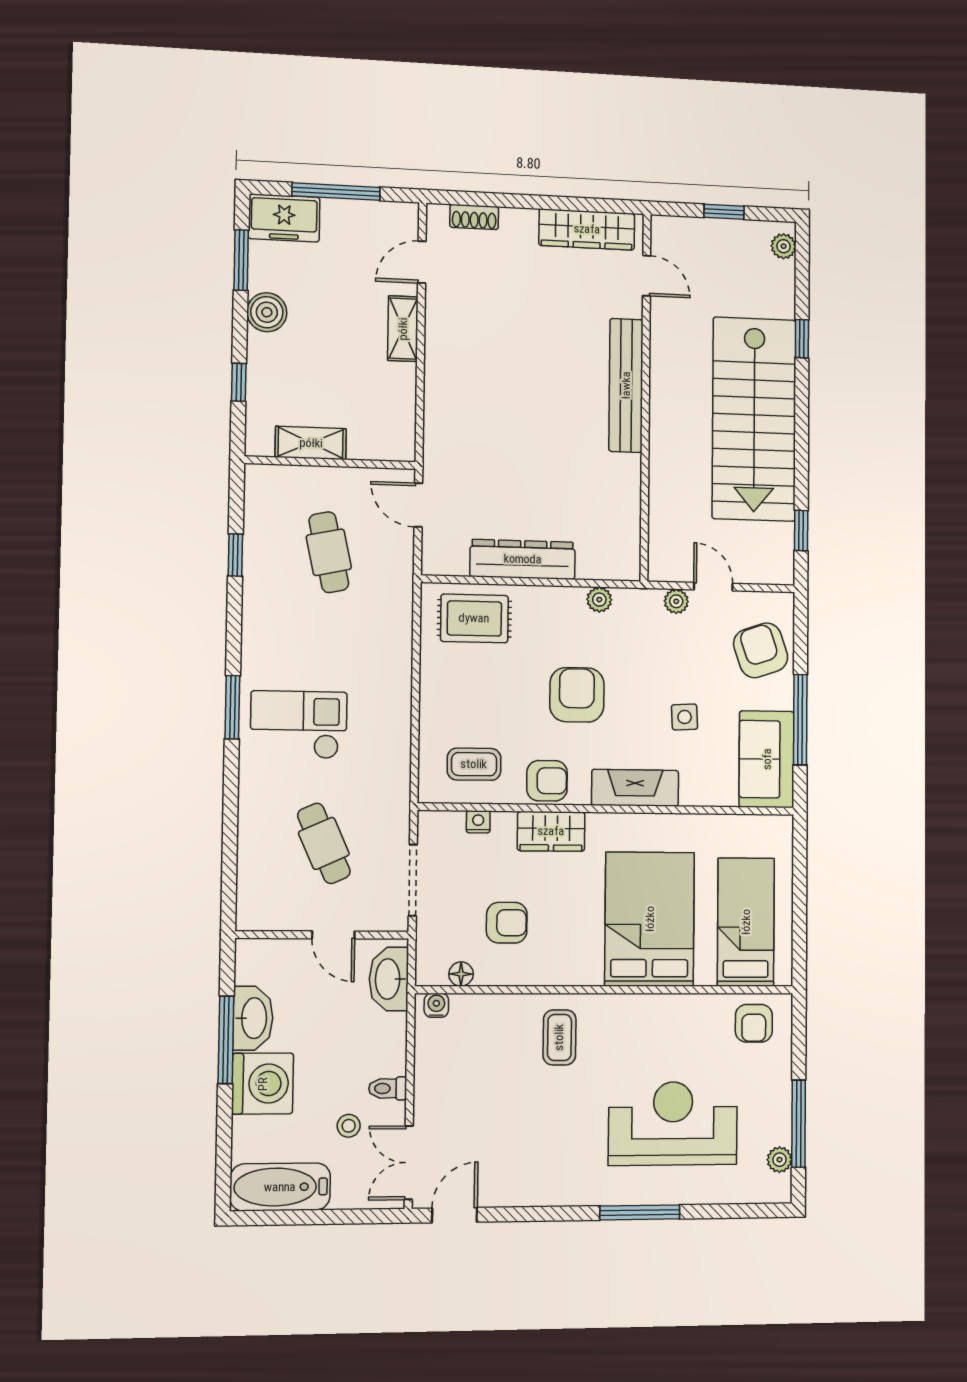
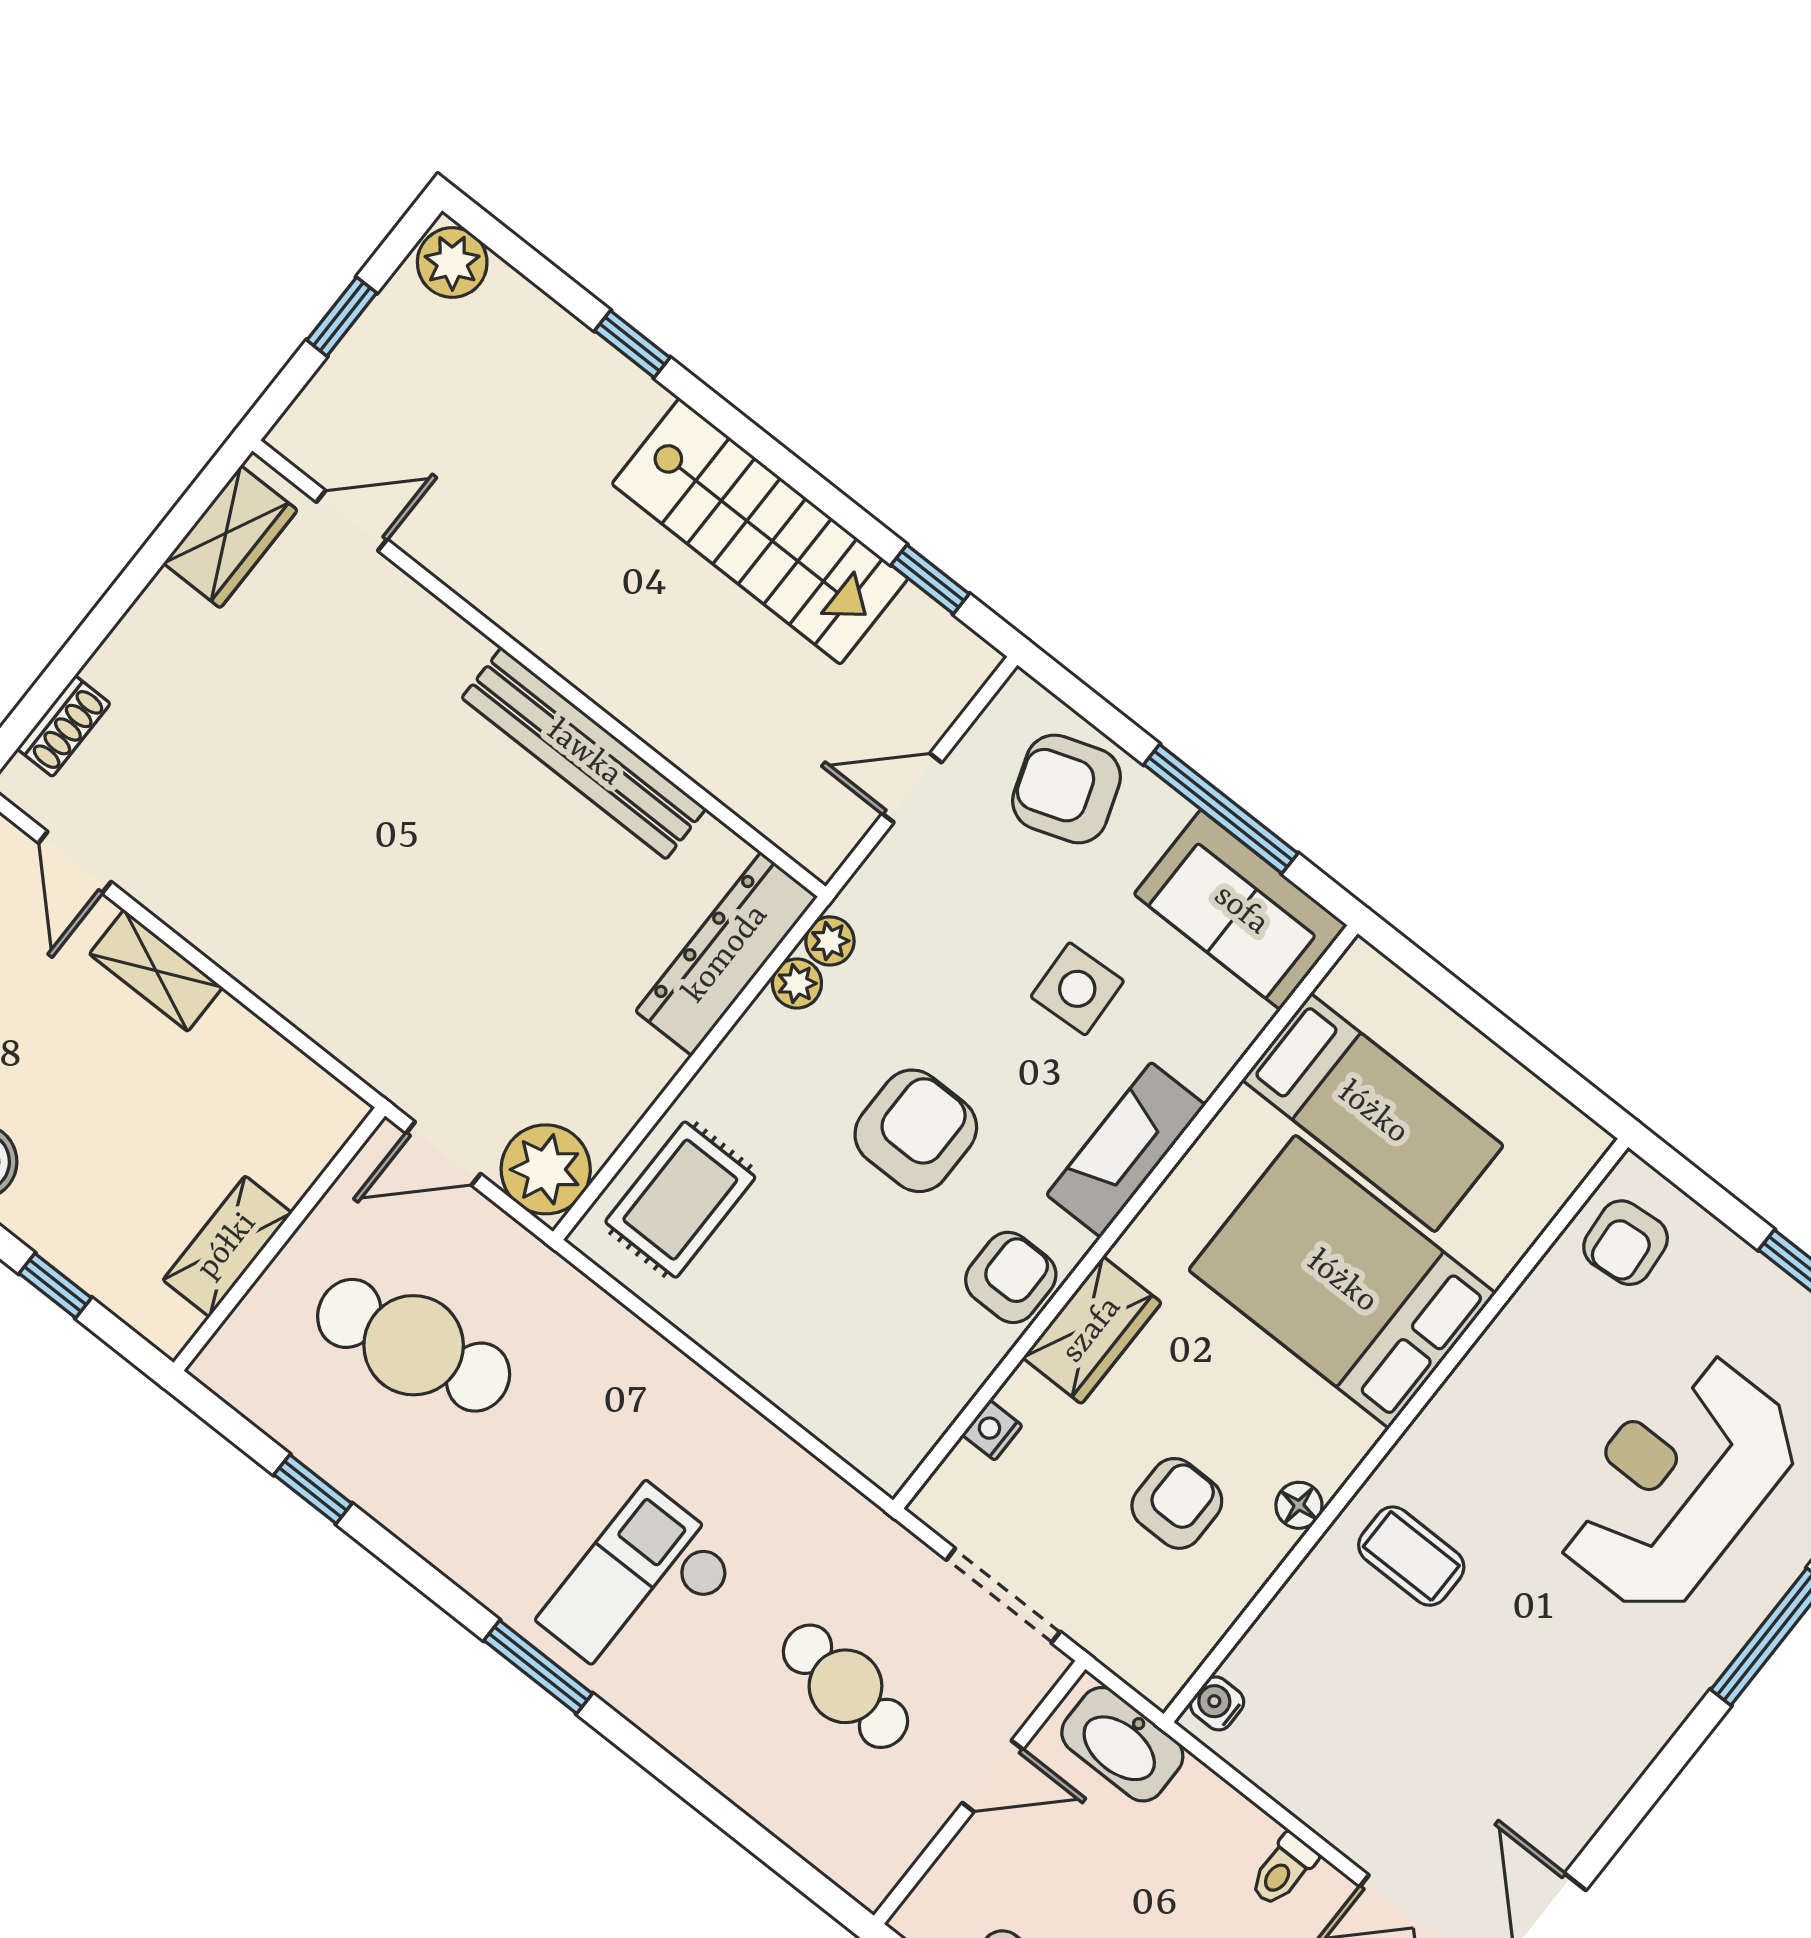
wardrobe: (587, 229) -> (230, 537), width x0.67
plant: (784, 246) -> (452, 263), width x1.38, depth x1.38
bench: (626, 385) -> (584, 753), moved
stairs: (754, 419) -> (760, 531), width x0.73, depth x0.66
cafe table: (329, 552) -> (414, 1345), width x1.37, depth x1.35
plant: (444, 553) -> (546, 1169), added
dresser: (523, 559) -> (726, 954), moved
plant: (676, 601) -> (830, 941), moved
armchair: (577, 695) -> (916, 1131), turned 90
side table: (685, 717) -> (1077, 989), width x1.37, depth x1.37
coffee table: (474, 764) -> (900, 1370), removed
cafe table: (324, 843) -> (845, 1686), turned 30
bed: (746, 922) -> (1373, 1113), moved, turned 180
floor lamp: (461, 974) -> (1299, 1505), moved
armchair: (754, 1023) -> (1626, 1243), turned 85

